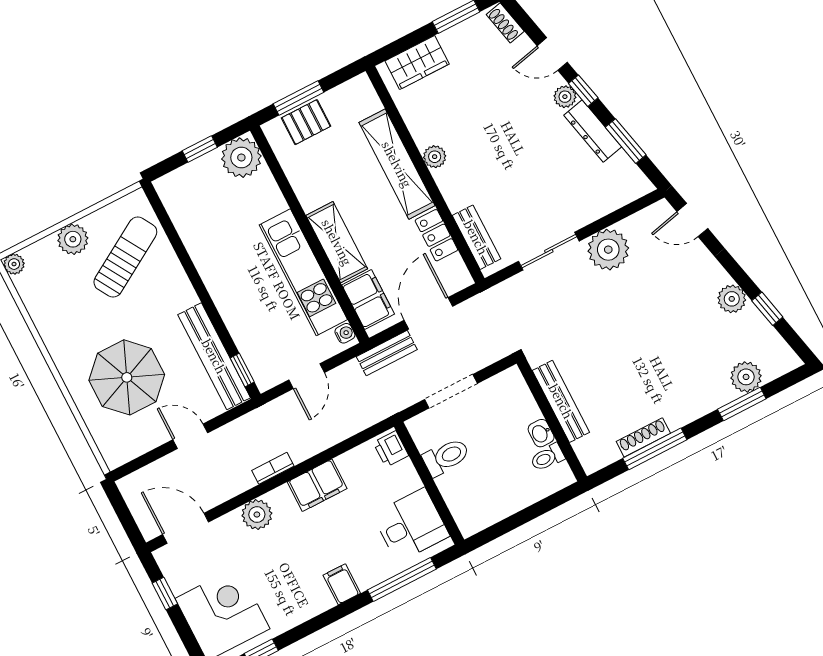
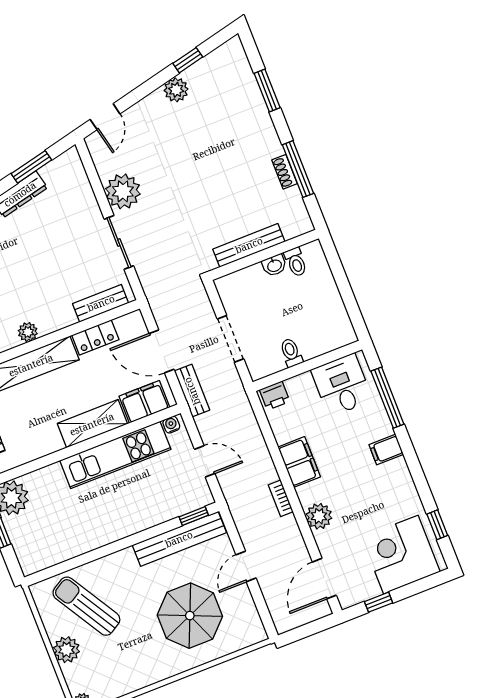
plant: (746, 377) -> (244, 85), removed
shoe rack: (643, 437) -> (285, 172), width x0.70
toilet: (446, 457) -> (291, 353), width x0.73, depth x0.72

